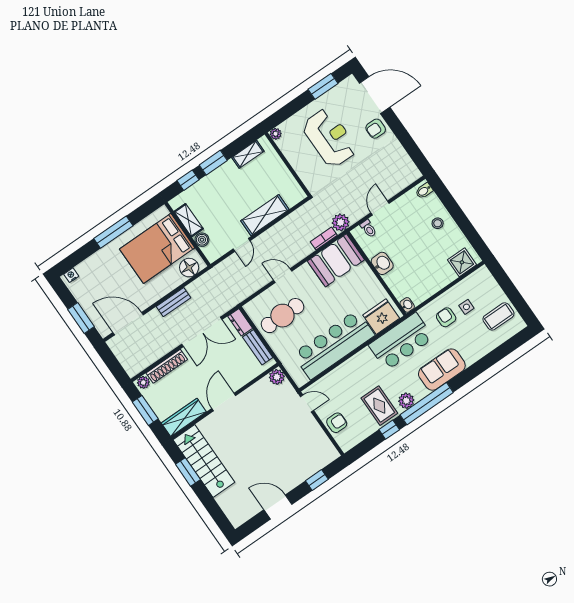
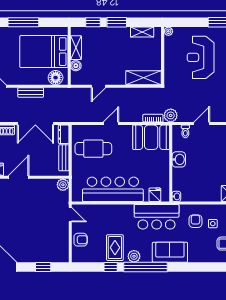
reception desk: (330, 138) -> (201, 57), turned 180
shelving: (265, 215) -> (144, 78), moved
door: (283, 276) -> (111, 124), hinge flipped
fridge: (381, 317) -> (155, 195), width x0.53, depth x0.75

